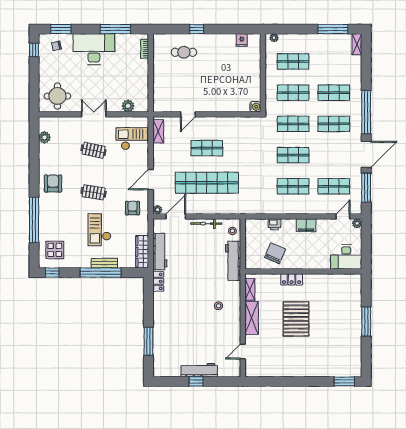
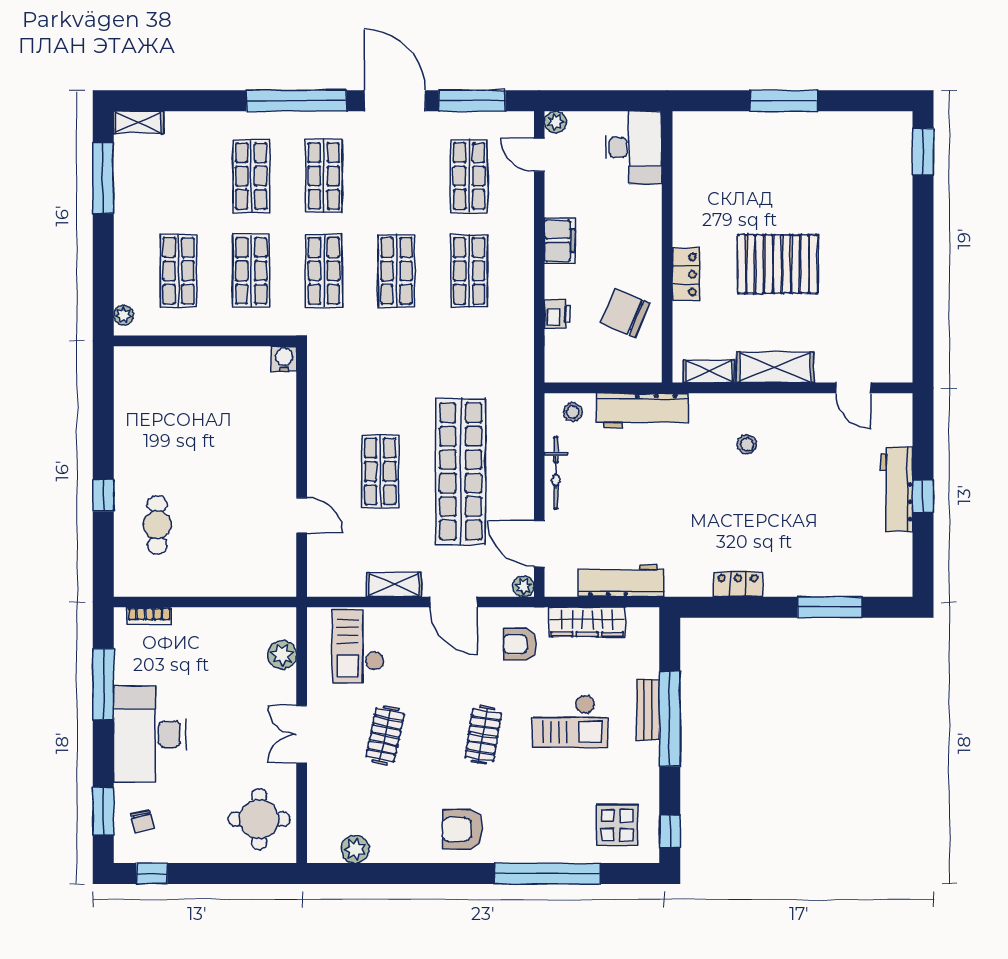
fridge: (242, 40) -> (129, 390), removed
shelving: (158, 131) -> (394, 584), moved
wardrobe: (142, 252) -> (587, 622), moved
locker: (158, 281) -> (738, 584), moved

